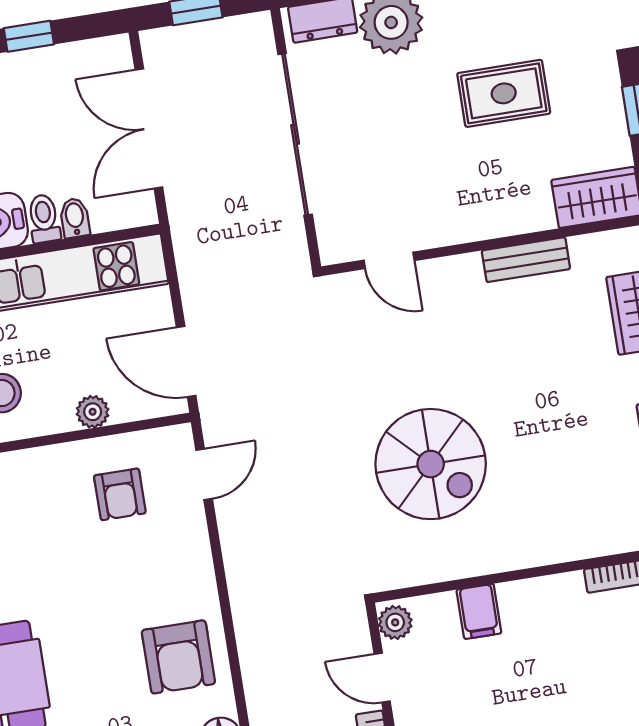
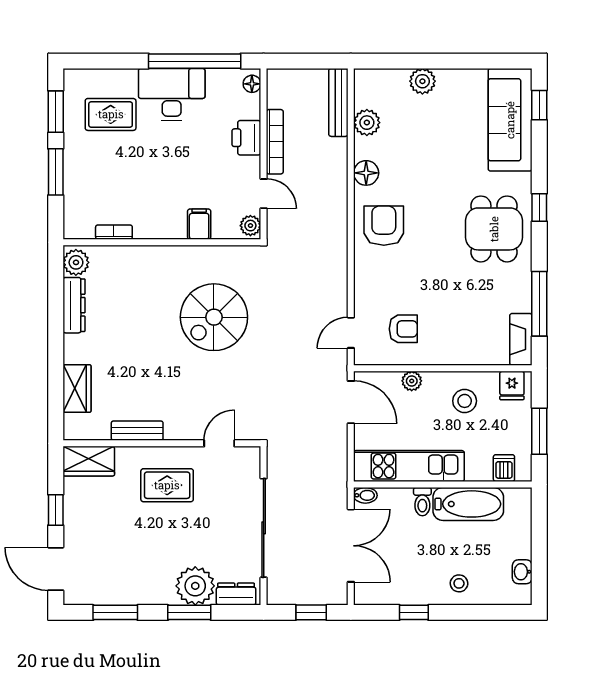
rug: (504, 93) -> (167, 485), moved
bidet: (75, 218) -> (365, 495), moved, turned -90
door: (389, 260) -> (219, 443), hinge flipped
spiral stairs: (431, 464) -> (214, 317), turned -90
armchair: (120, 494) -> (403, 329), turned 90

